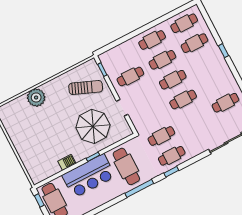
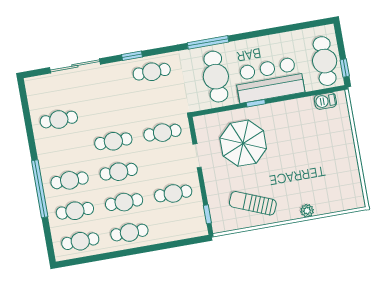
window: (224, 51) -> (40, 189), width x3.17
cafe table: (205, 63) -> (70, 180), added
sun lounger: (86, 88) -> (253, 203), moved
plant: (36, 97) -> (307, 211), width x0.53, depth x0.53
cafe table: (161, 136) -> (162, 133), moved
barbecue: (67, 162) -> (325, 101), moved
window: (171, 172) -> (132, 56), moved

